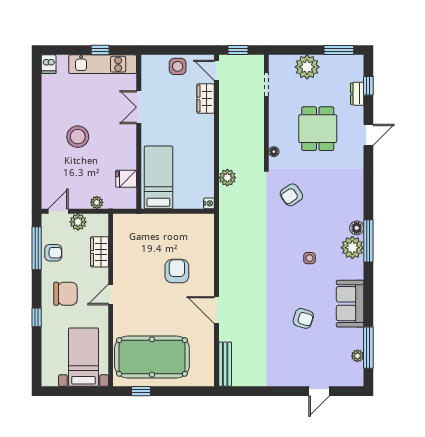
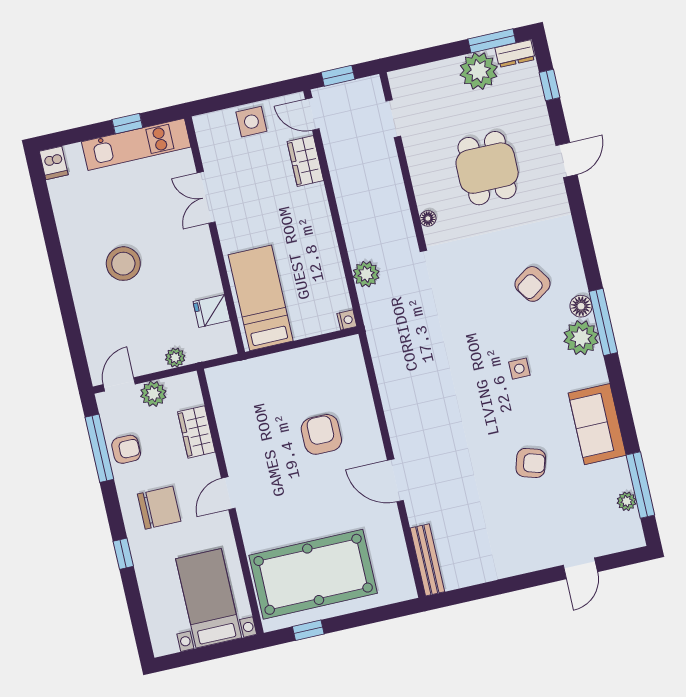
plant: (307, 67) -> (479, 71), moved
dresser: (357, 94) -> (515, 54), moved, turned -90
armchair: (291, 195) -> (532, 284), moved

